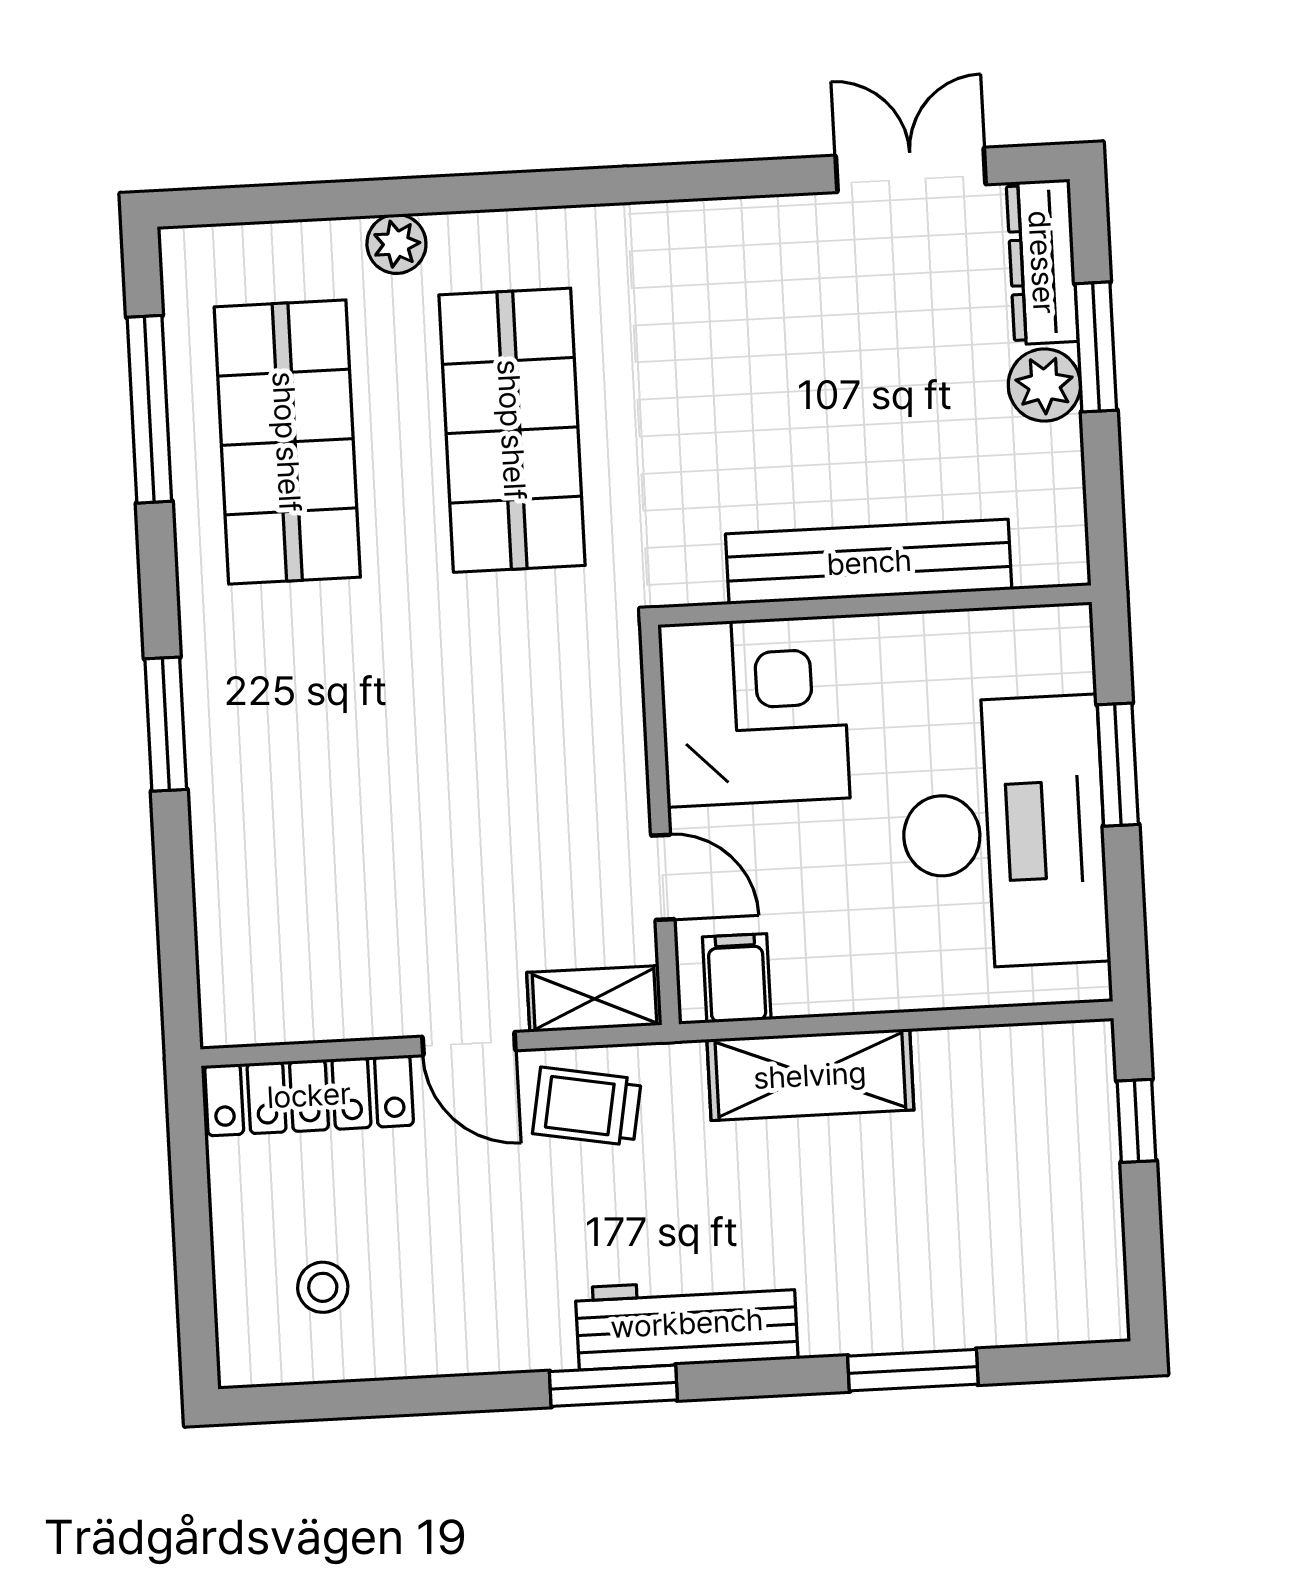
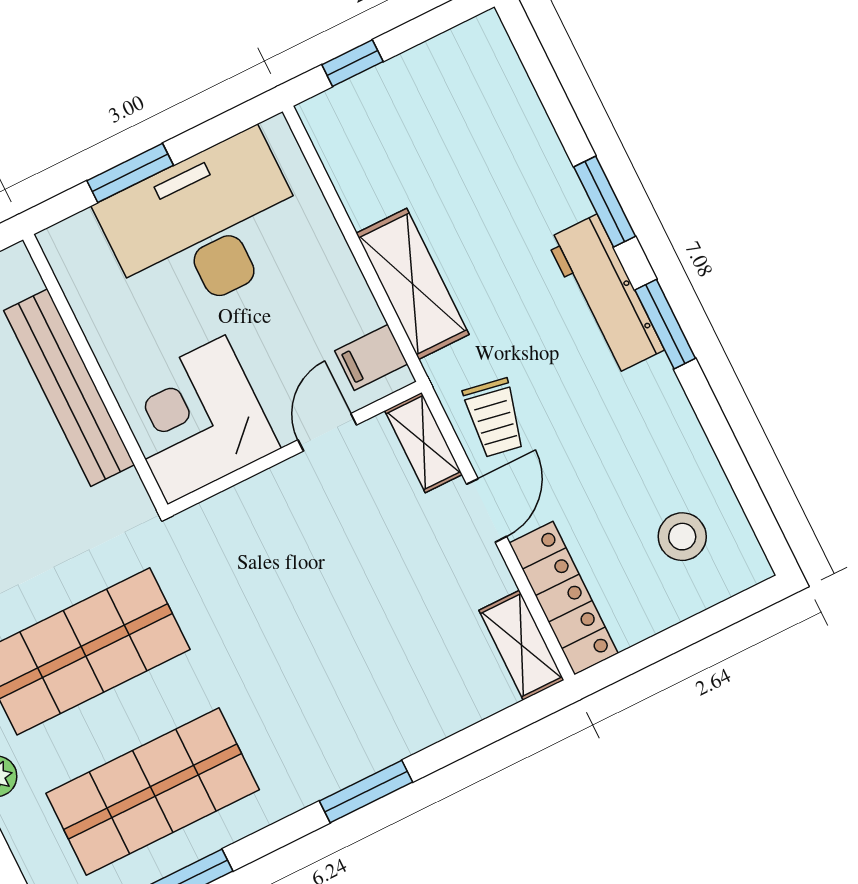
shelving: (271, 1013) -> (521, 645), added
stool: (323, 1287) -> (682, 537), width x1.37, depth x1.37
window: (913, 1370) -> (605, 202), moved

